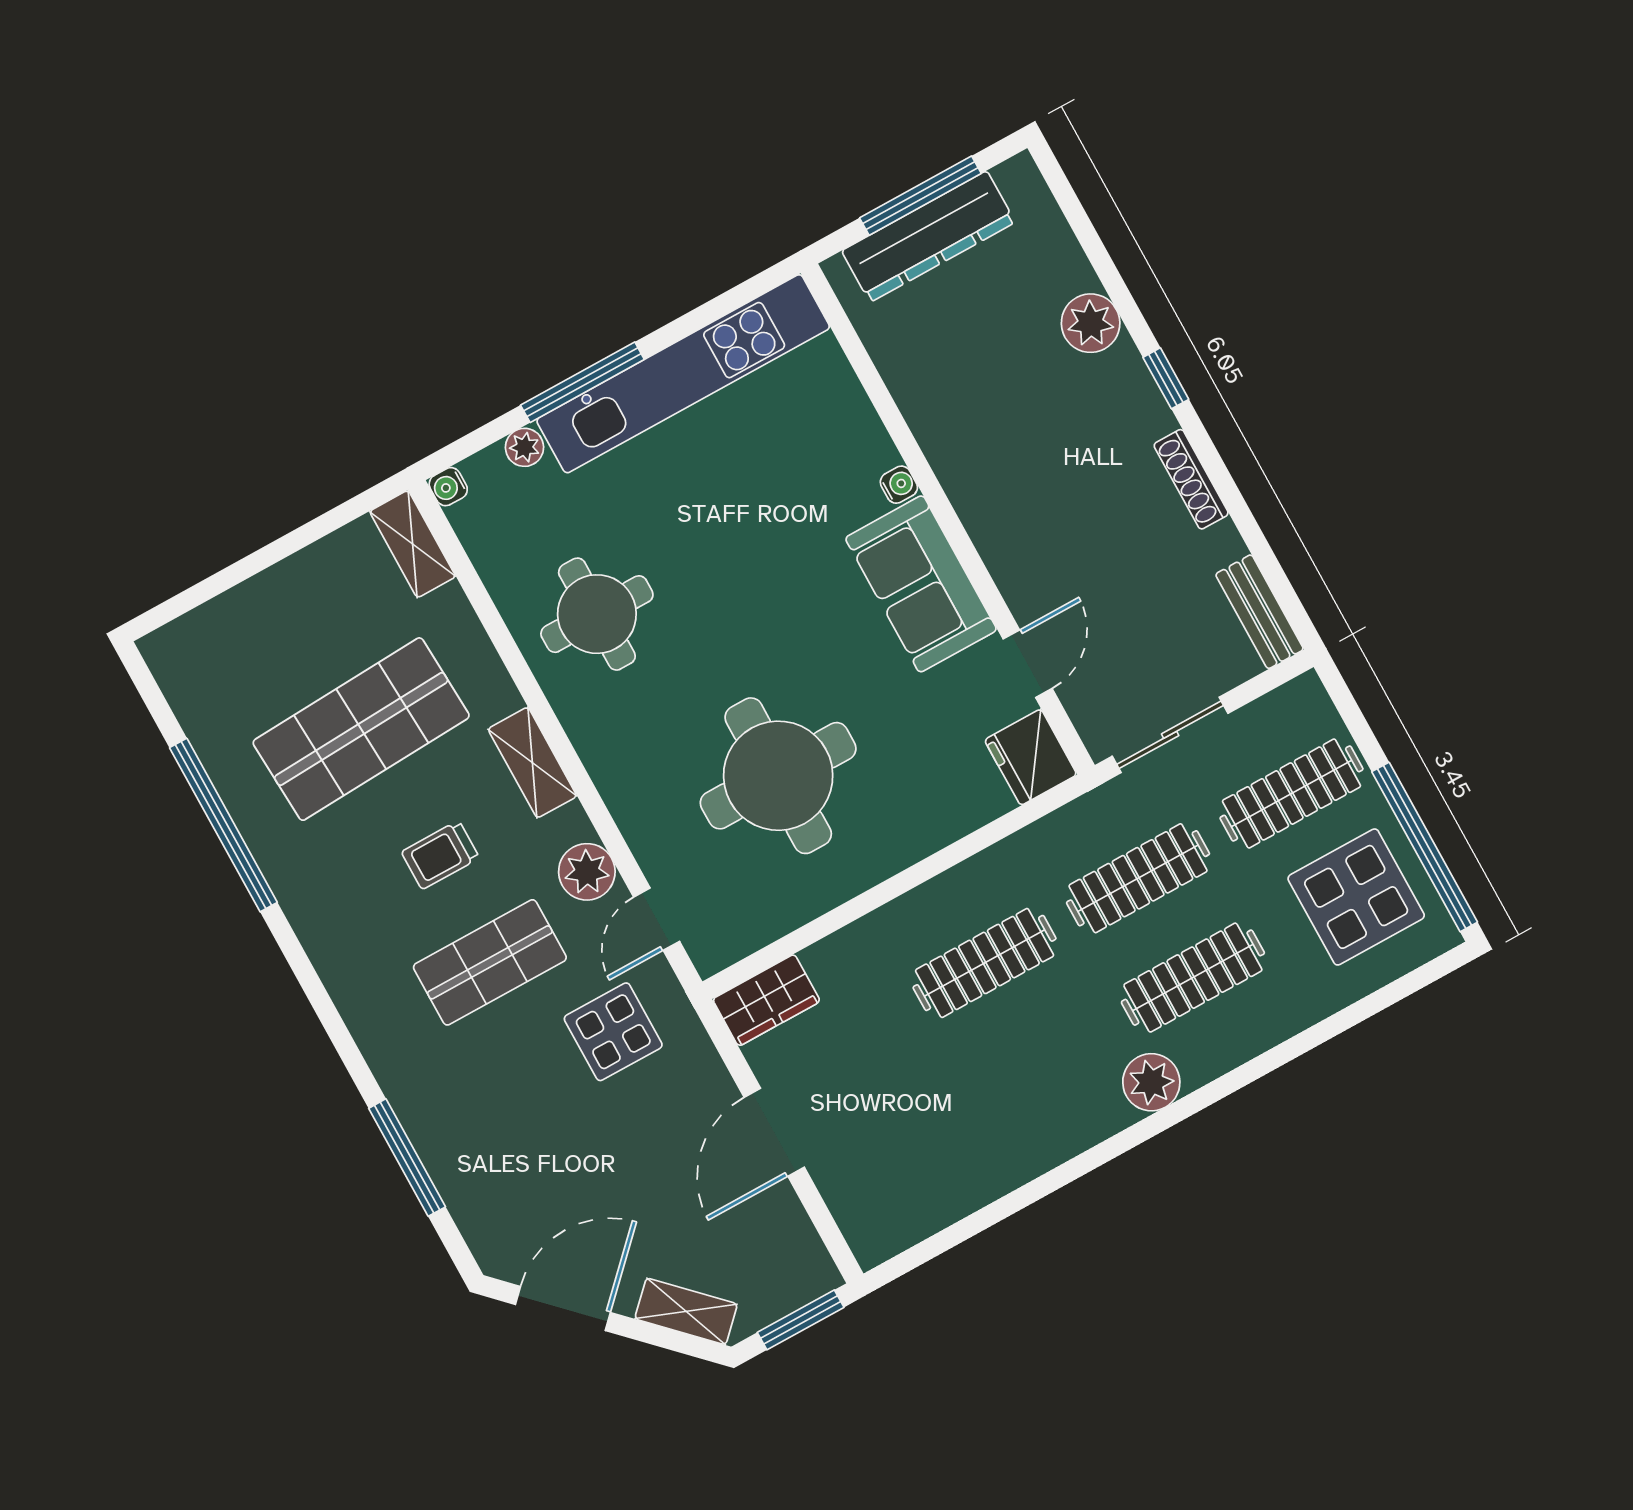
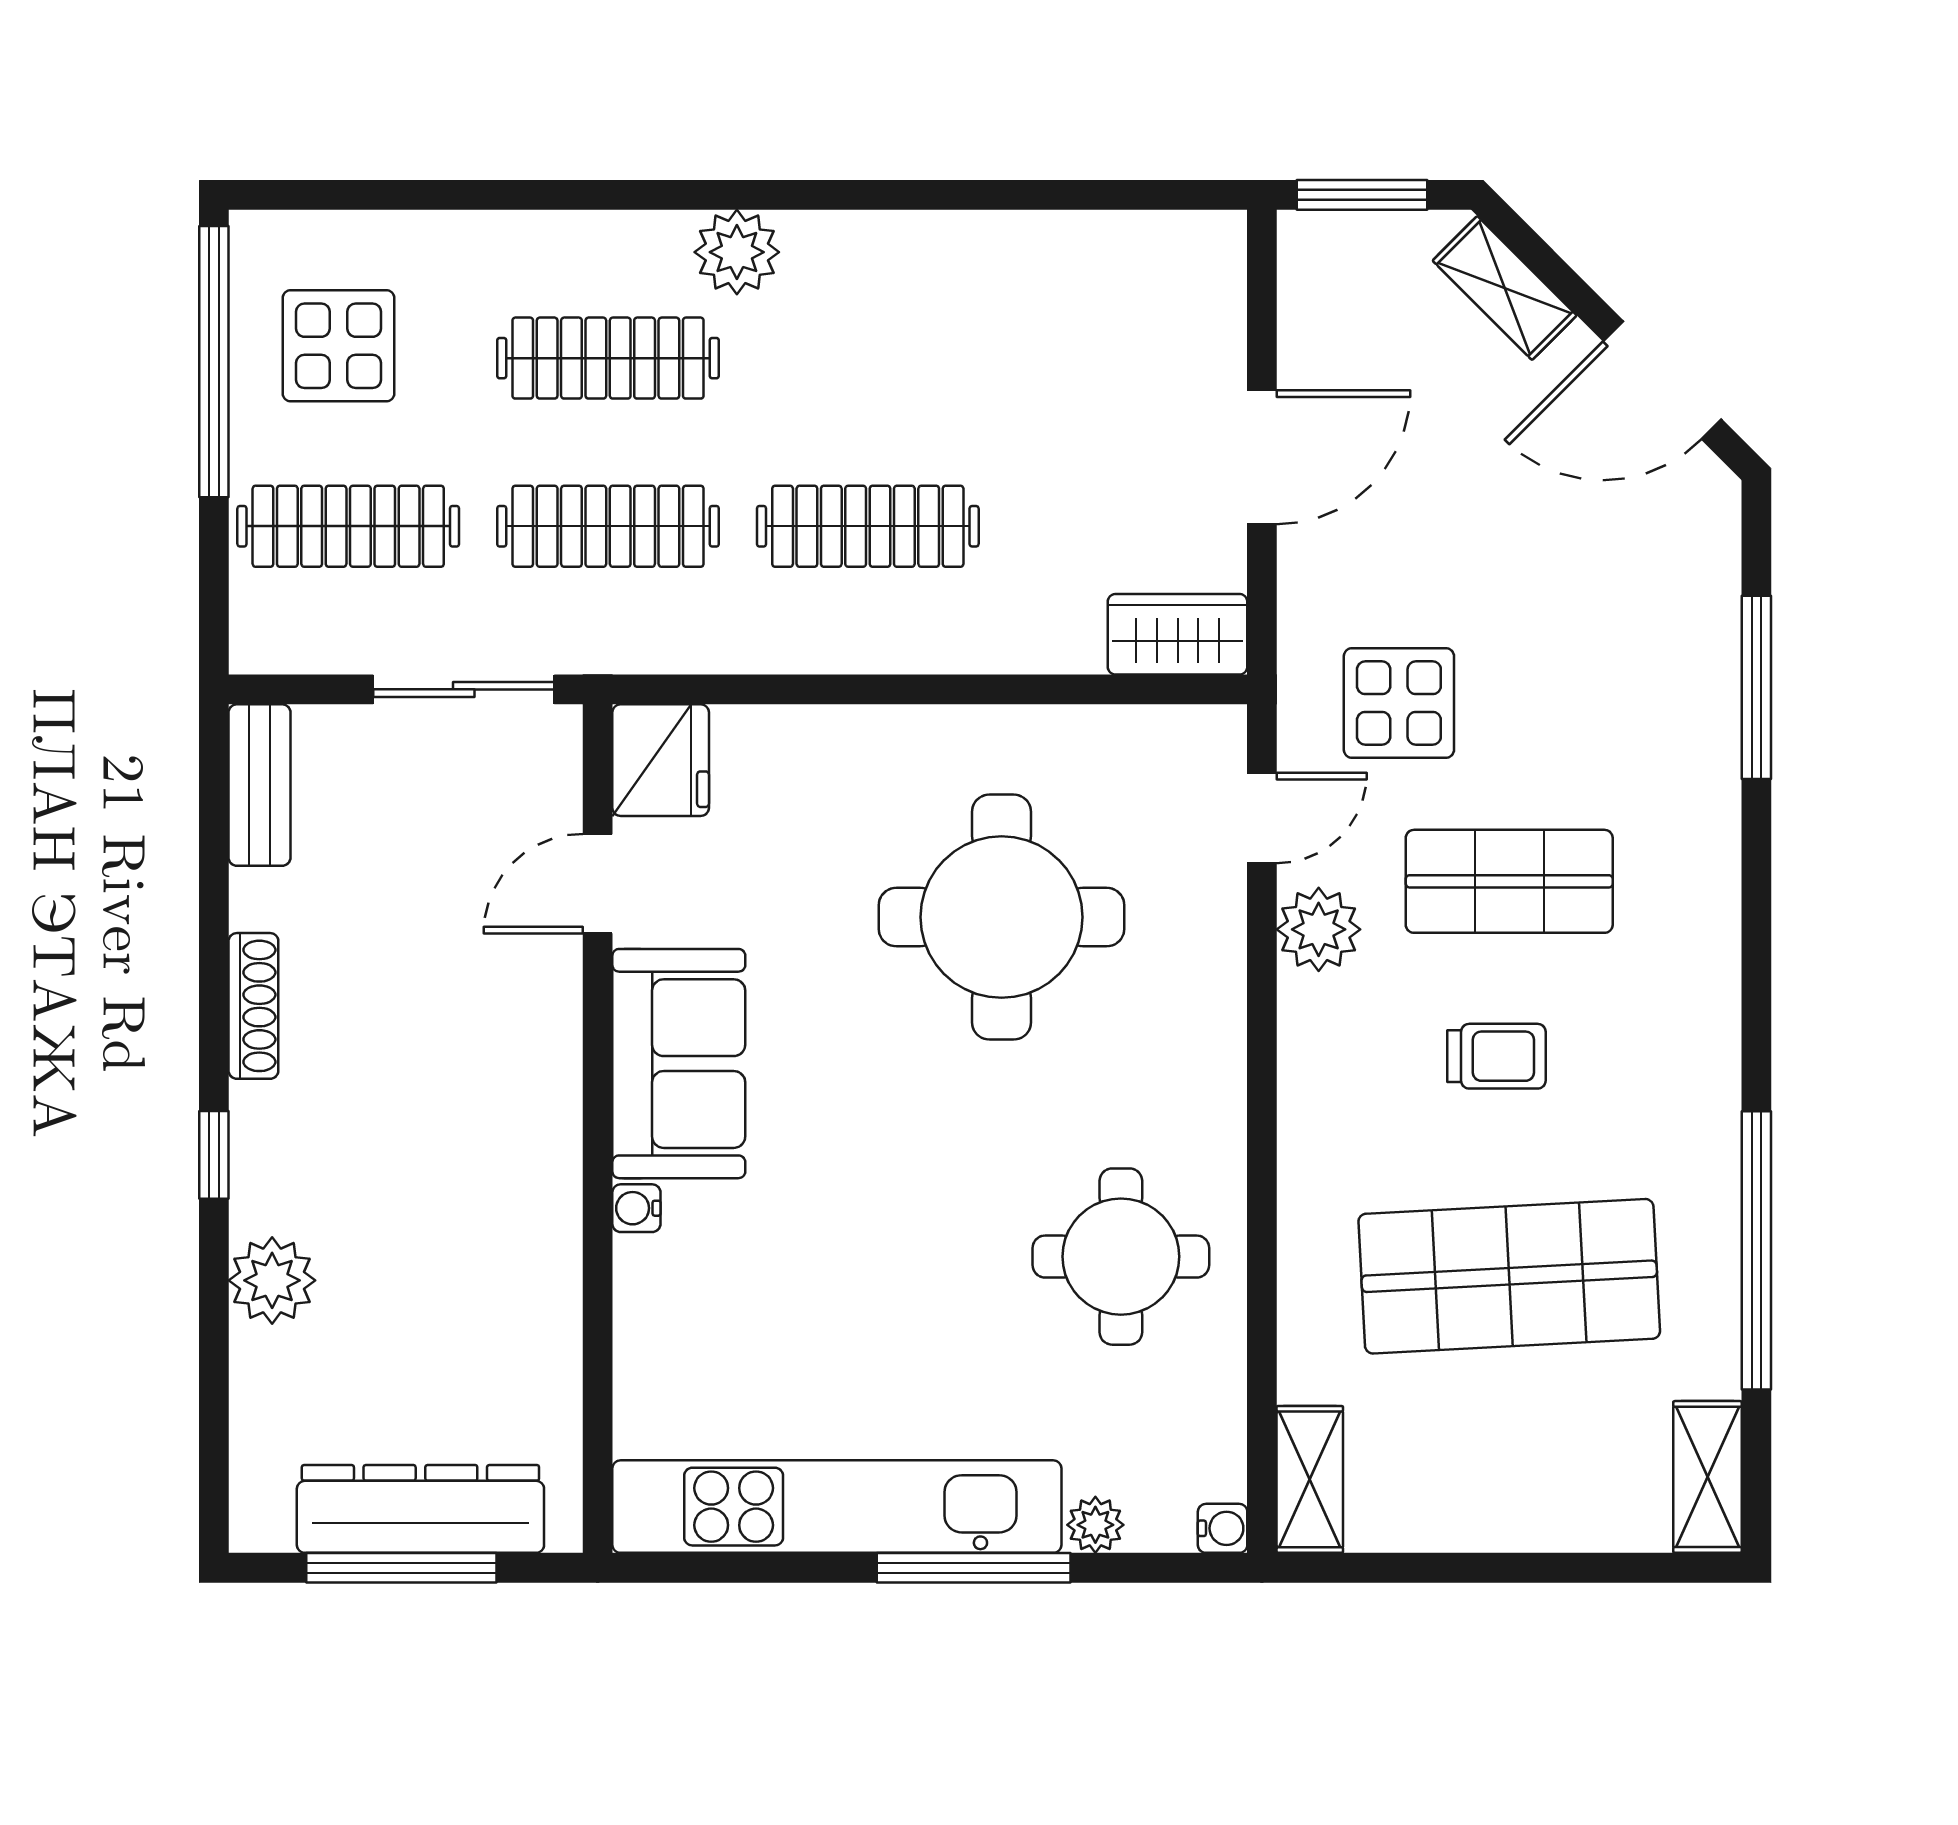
shelving: (532, 763) -> (1707, 1477), moved
display table: (1356, 897) -> (339, 346), width x0.73, depth x0.73

